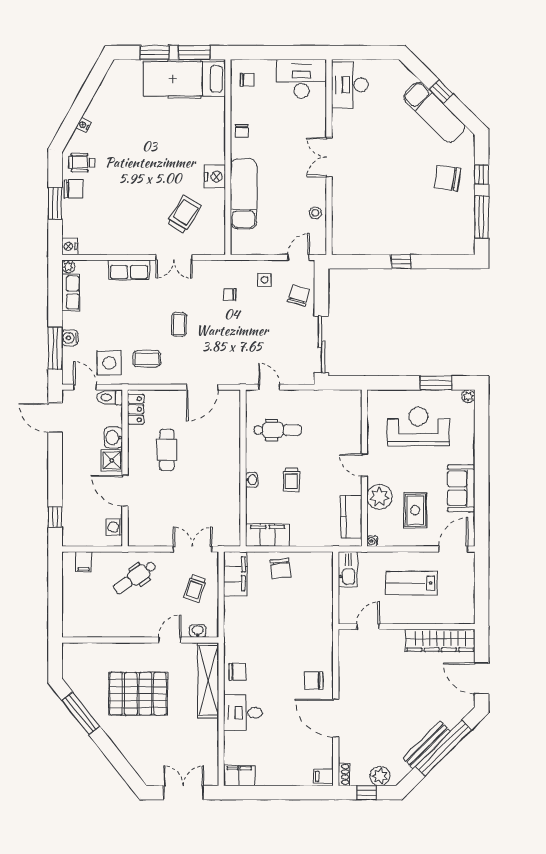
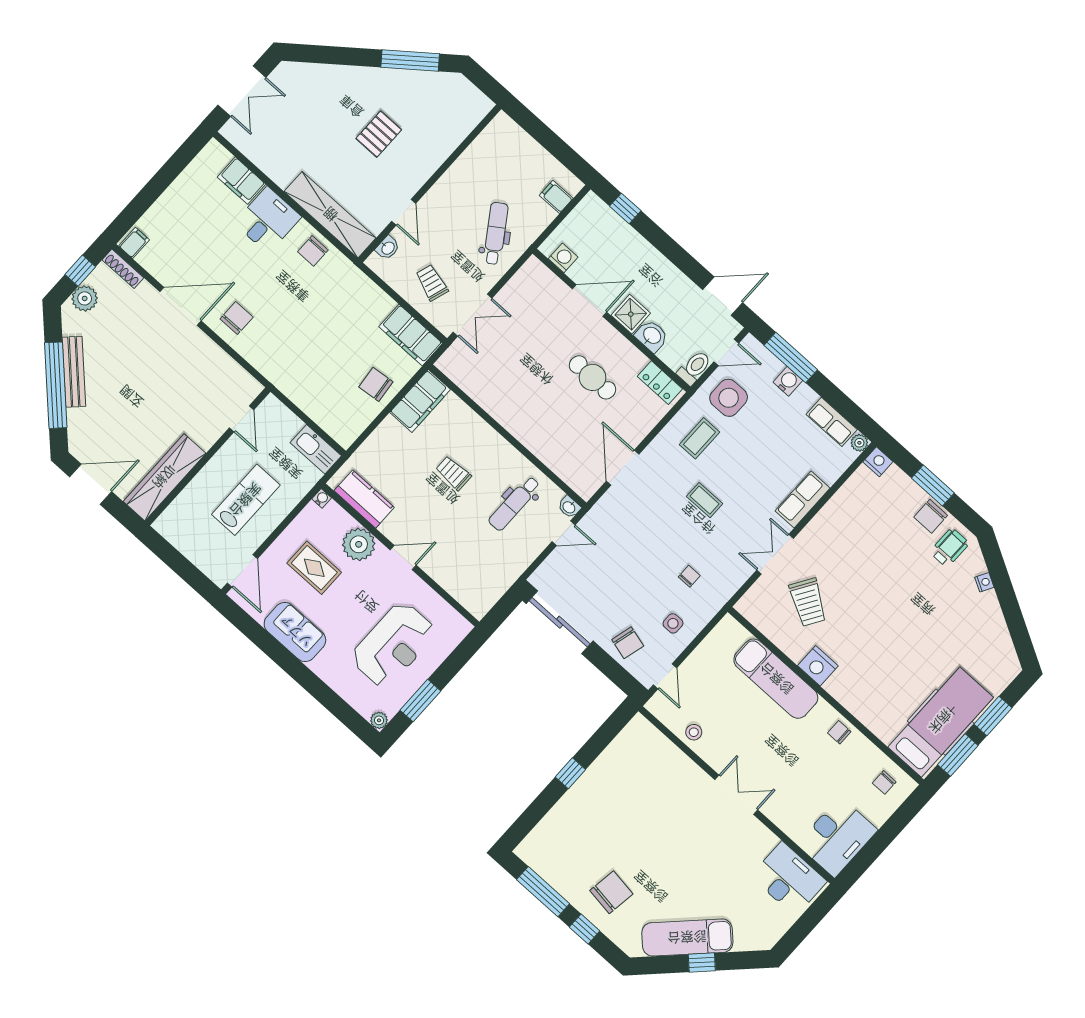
washbasin: (252, 480) -> (569, 507), moved
pallet: (138, 694) -> (379, 134), width x0.49, depth x0.50
shoe rack: (344, 774) -> (123, 269), width x1.43
filing cabinet: (239, 775) -> (241, 181), moved, turned 90

